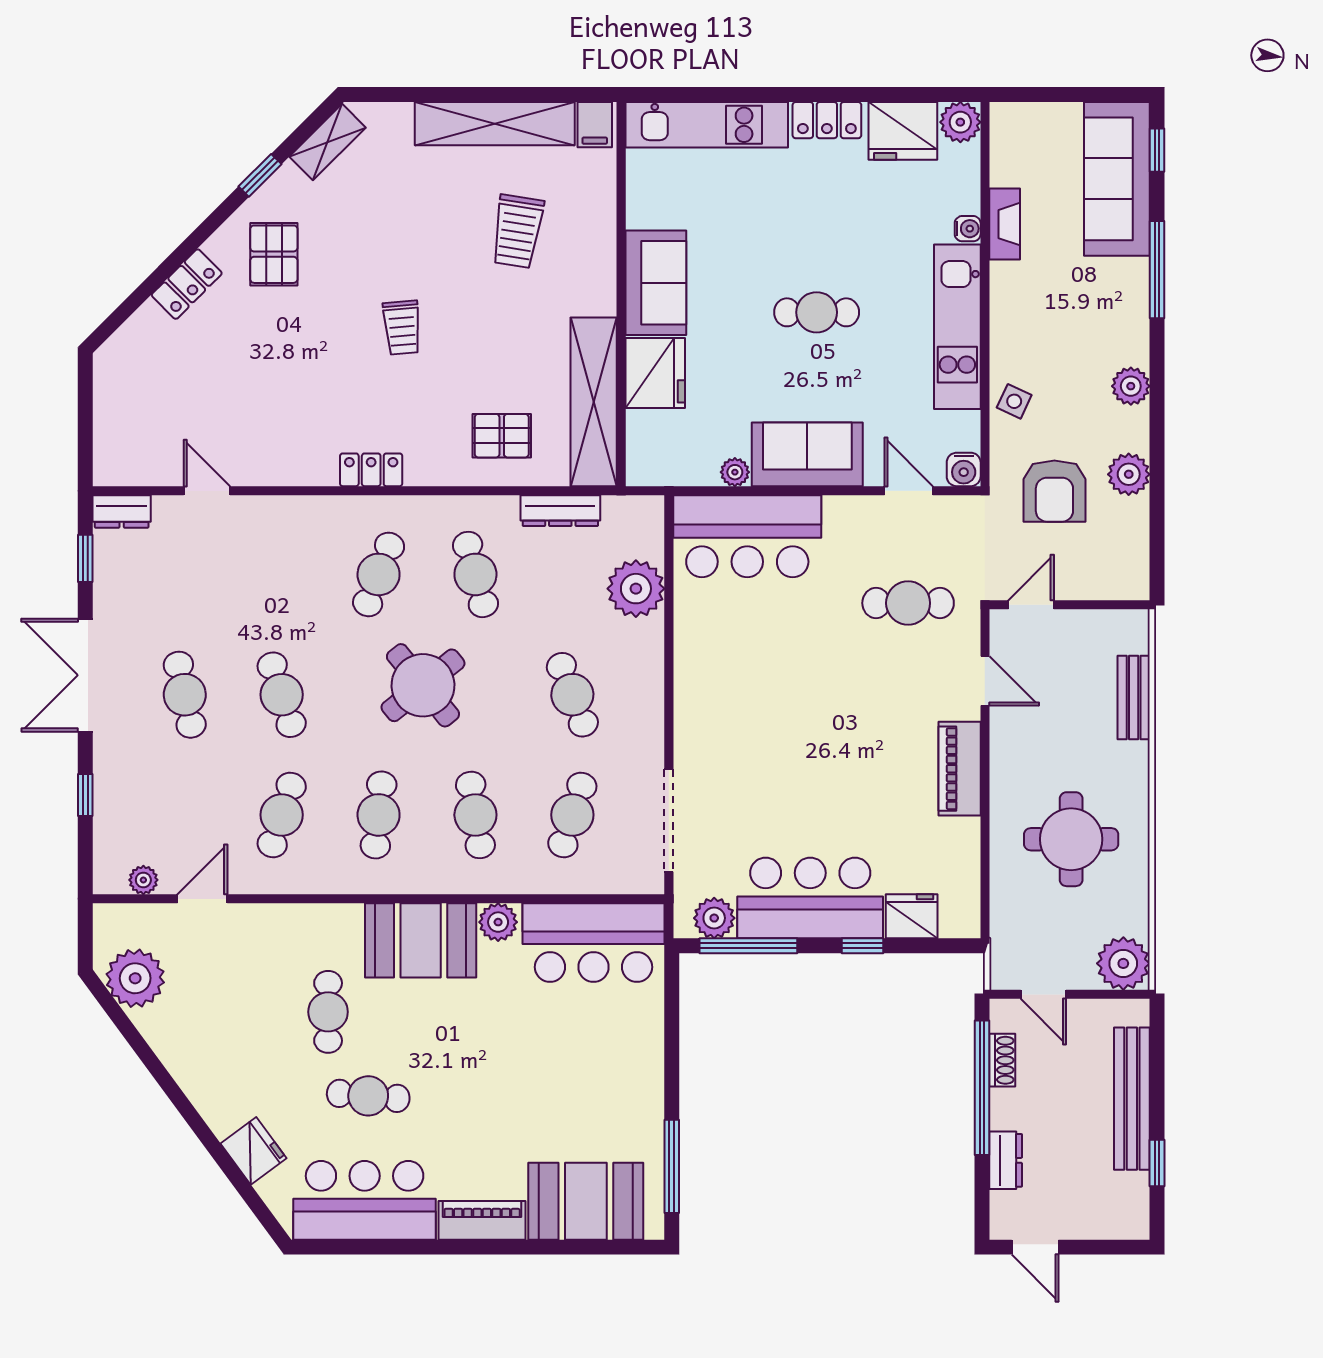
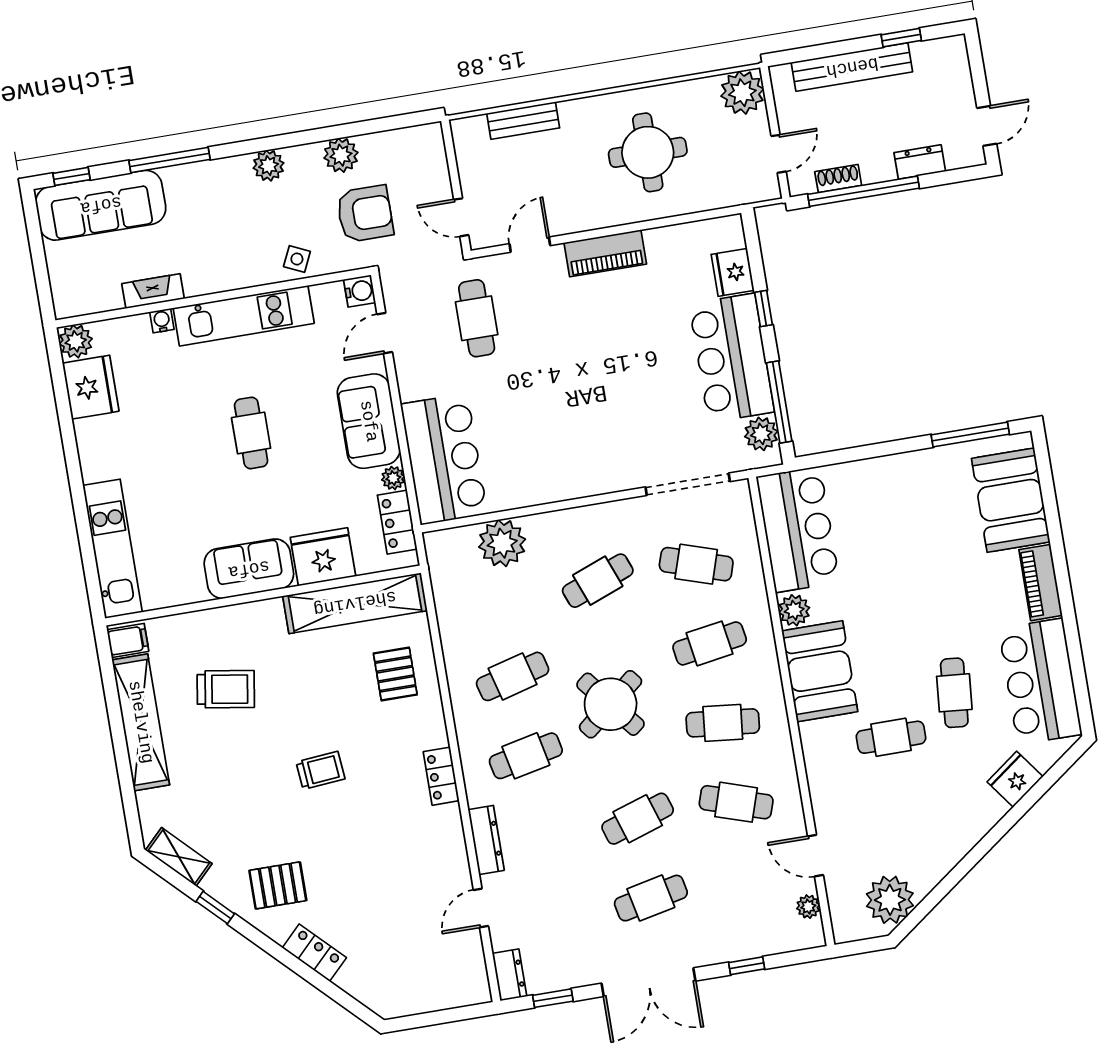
locker: (827, 120) -> (397, 522), moved, turned 180
dresser: (560, 511) -> (486, 840), moved
cafe table: (379, 574) -> (526, 756), turned -33

